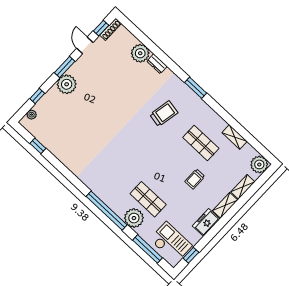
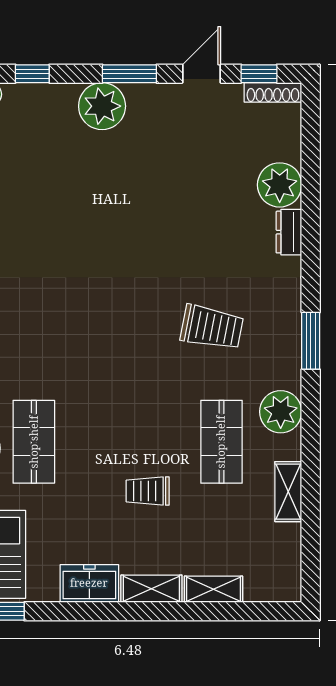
plant: (259, 164) -> (281, 412), moved

